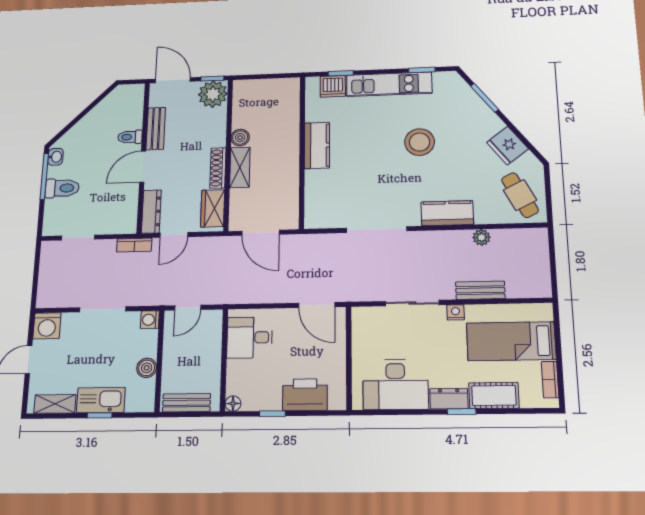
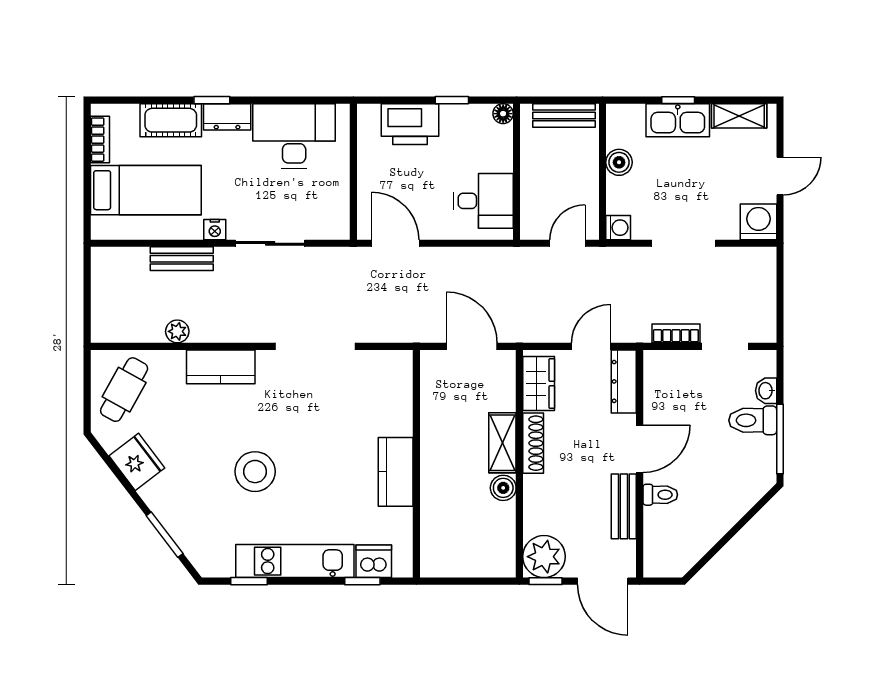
washbasin: (56, 157) -> (766, 391), moved
cafe table: (520, 195) -> (124, 390), turned 56
bookcase: (134, 245) -> (676, 333), moved

